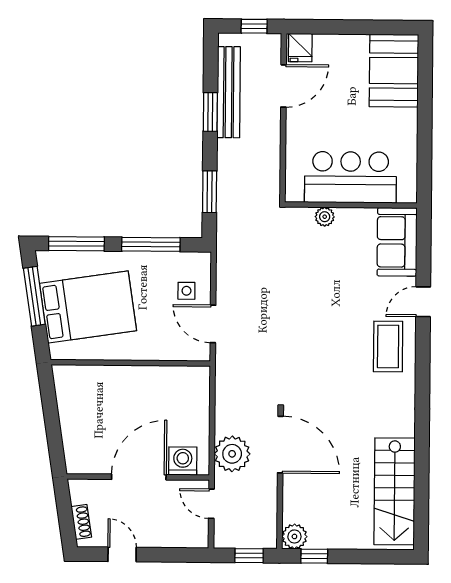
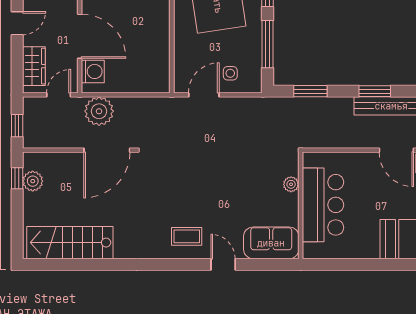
coffee table: (388, 346) -> (187, 236), width x0.73, depth x0.77
wardrobe: (175, 534) -> (34, 66), added
plant: (294, 536) -> (33, 181), moved

